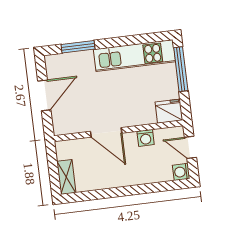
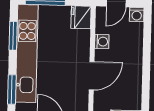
window: (137, 39) -> (13, 36), added
kitchen unit: (134, 56) -> (27, 54), width x1.36

